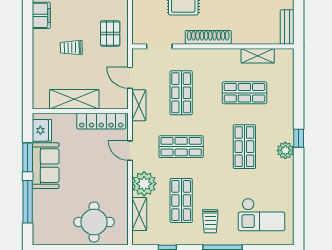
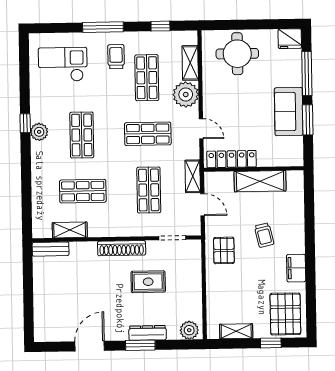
bench: (287, 27) -> (51, 249), moved, turned 90
trolley: (71, 48) -> (264, 235), turned 78
fridge: (42, 130) -> (290, 39), moved, turned -90
window: (299, 138) -> (25, 123), moved

